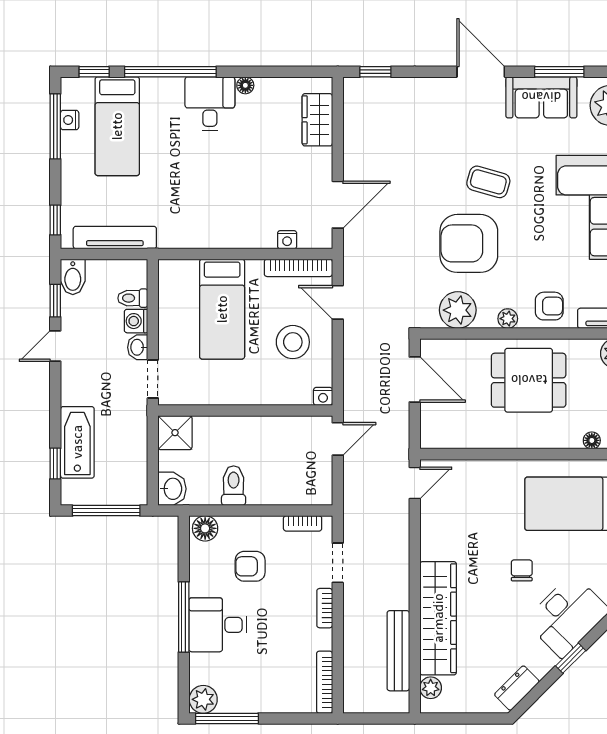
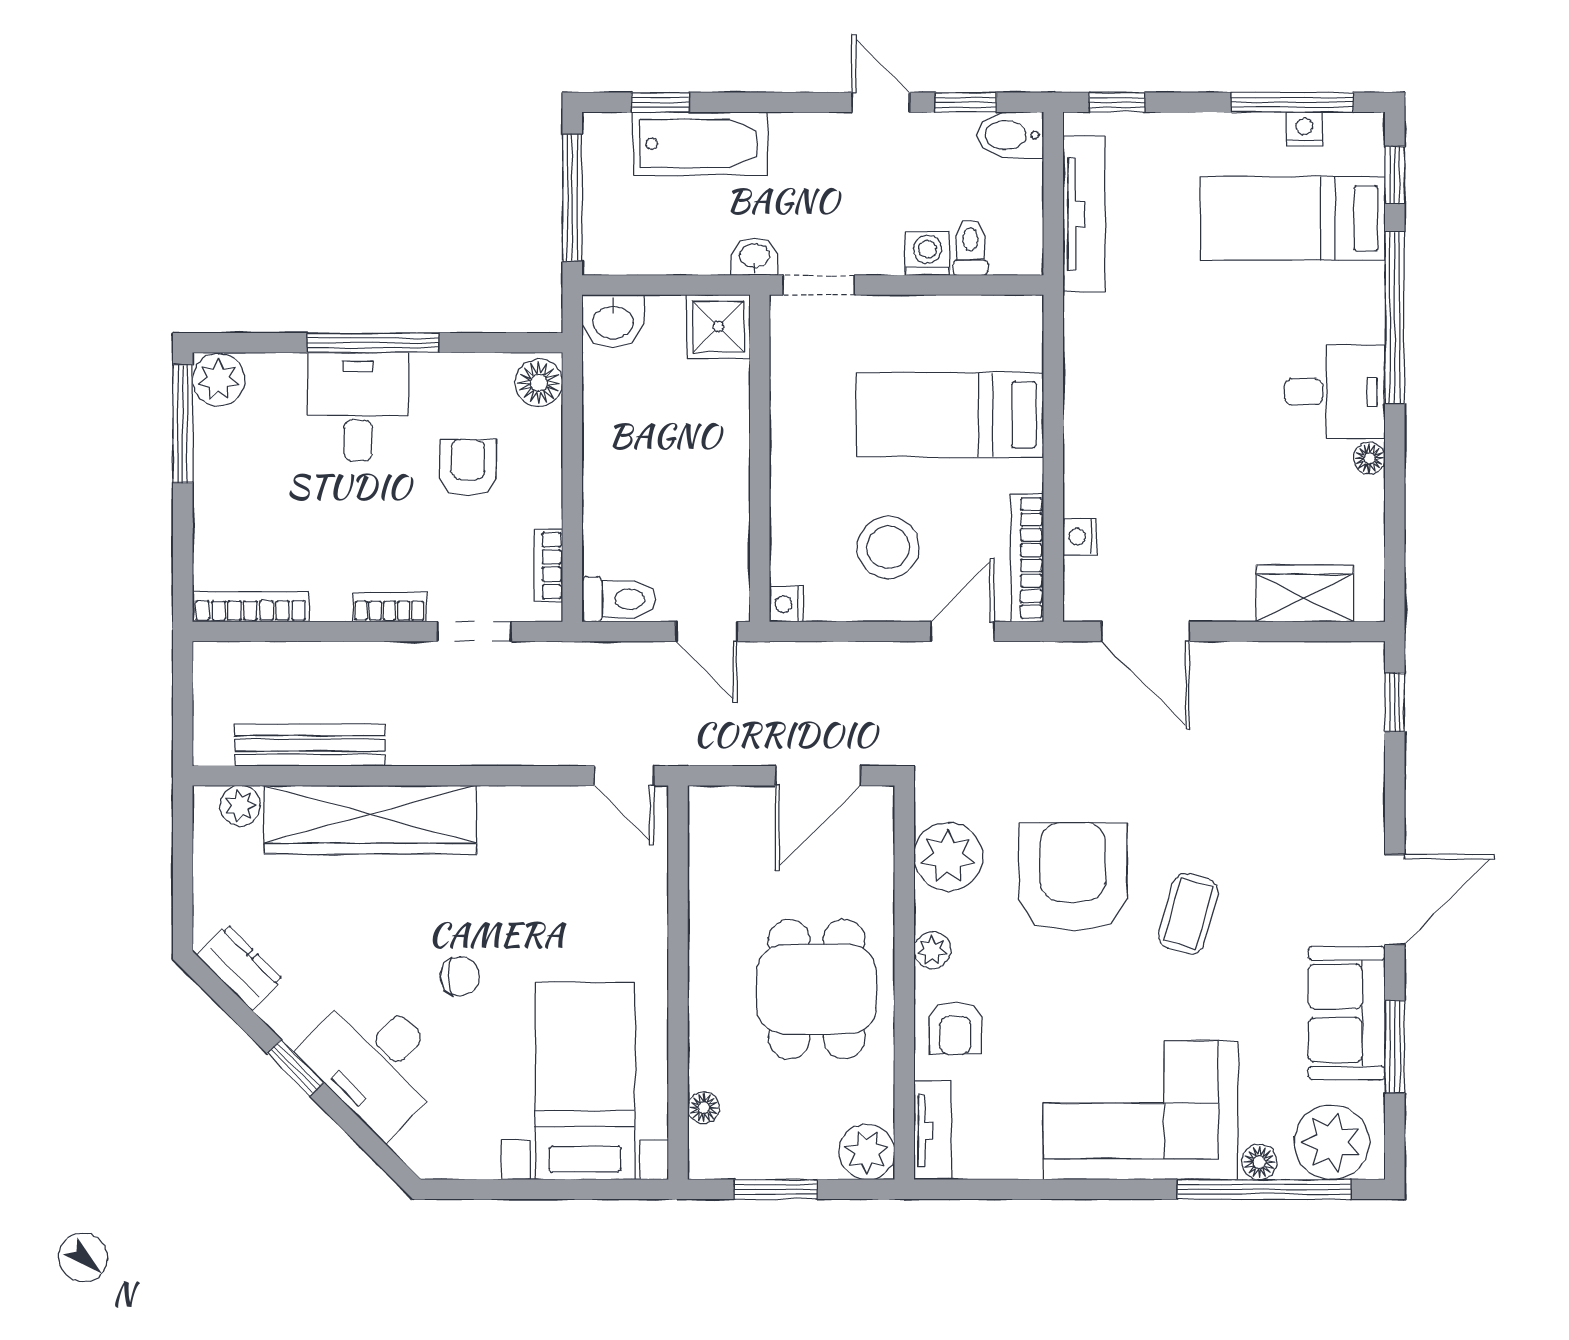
washbasin: (138, 347) -> (754, 257), moved
toilet: (234, 486) -> (619, 599), moved

